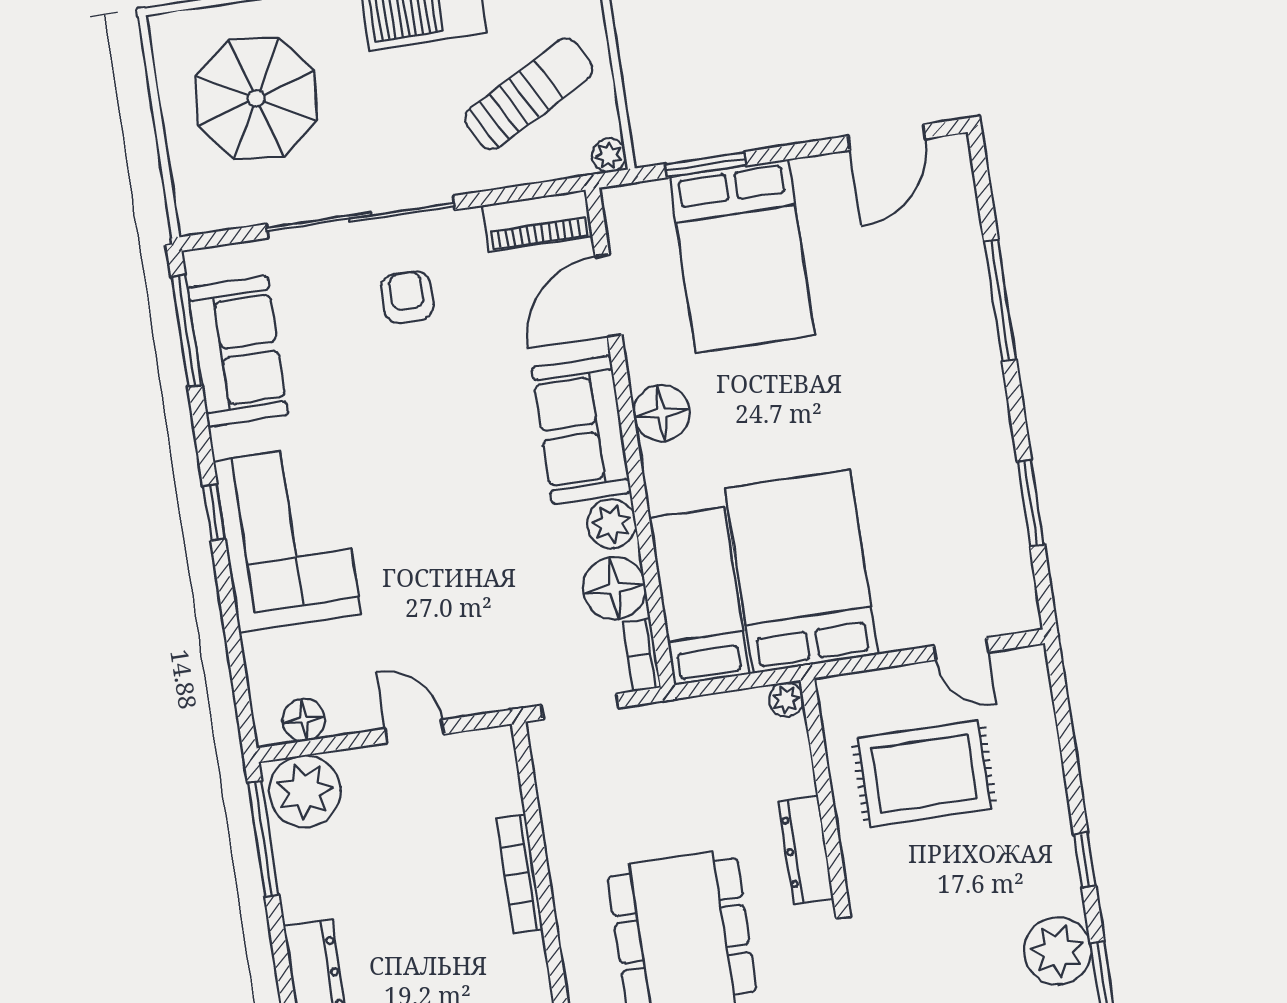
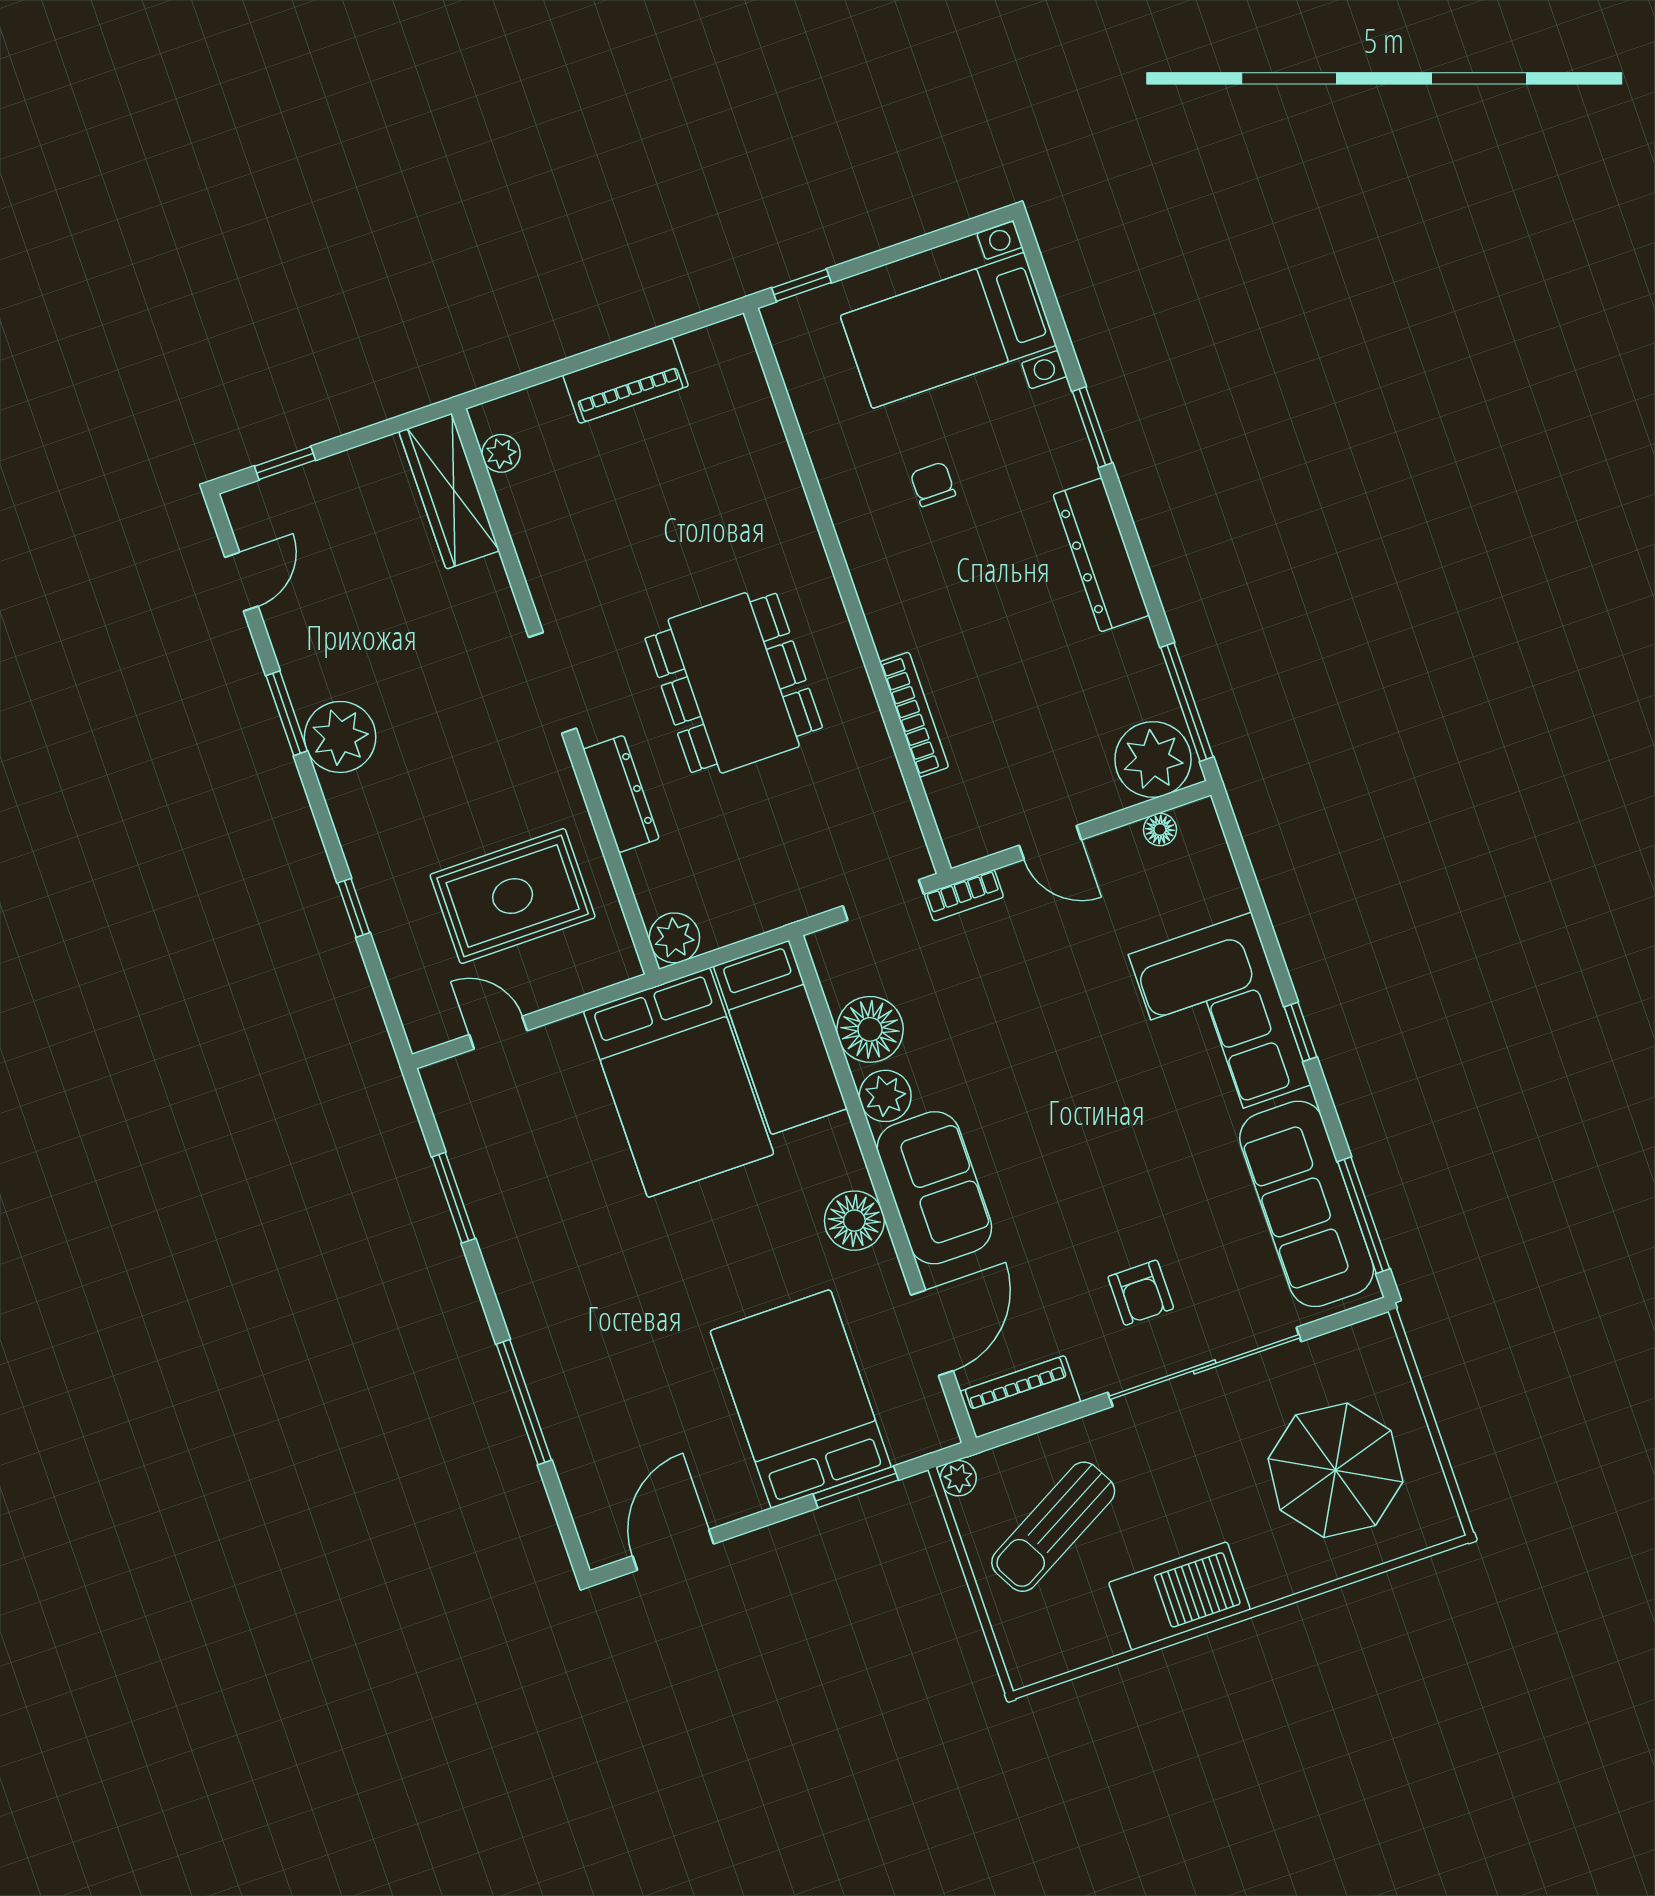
sofa: (238, 351) -> (1307, 1204), width x1.36
bookcase: (642, 655) -> (964, 895), moved, turned 90
plant: (786, 700) -> (674, 938), width x1.38, depth x1.38
floor lamp: (304, 720) -> (1160, 830), width x0.73, depth x0.73
window: (1085, 860) -> (354, 908), moved

